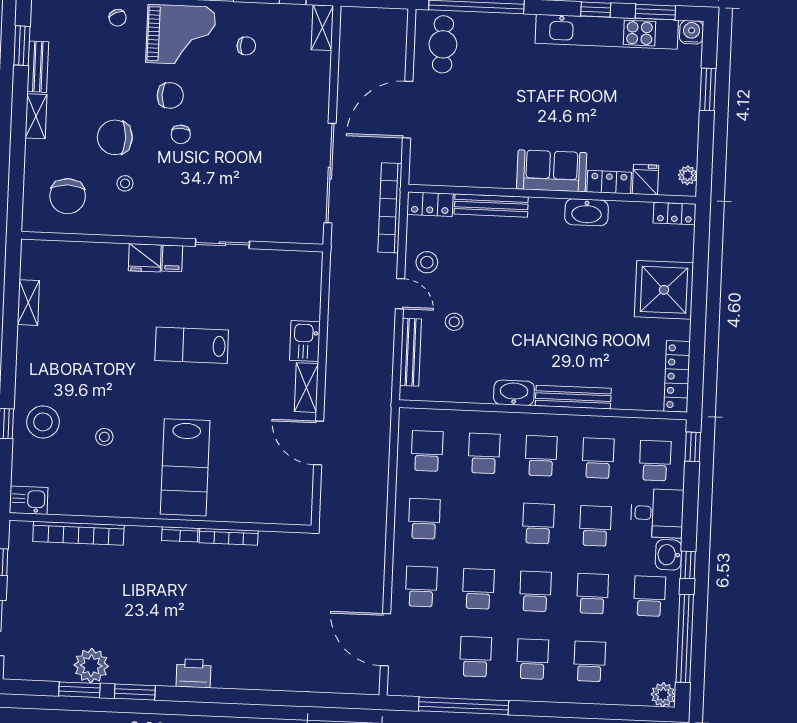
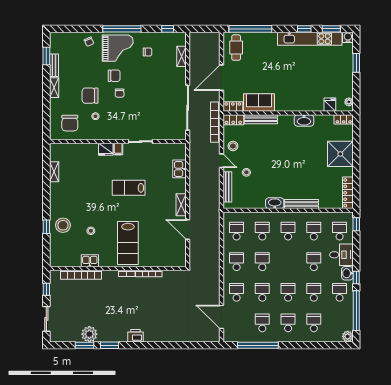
shelving: (322, 28) -> (181, 56), moved
sofa: (552, 171) -> (259, 102), moved
locker: (609, 182) -> (233, 106), moved
kitchen sink: (305, 341) -> (179, 169), moved
kitchen sink: (29, 500) -> (90, 261), moved
school desk: (538, 524) -> (262, 262), moved

